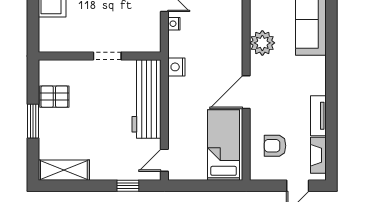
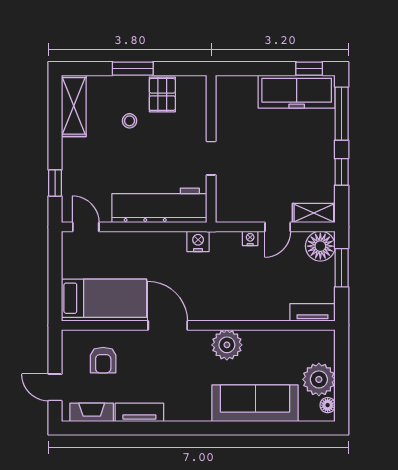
stool: (76, 124) -> (129, 121), added
armchair: (275, 146) -> (103, 360), turned 180

